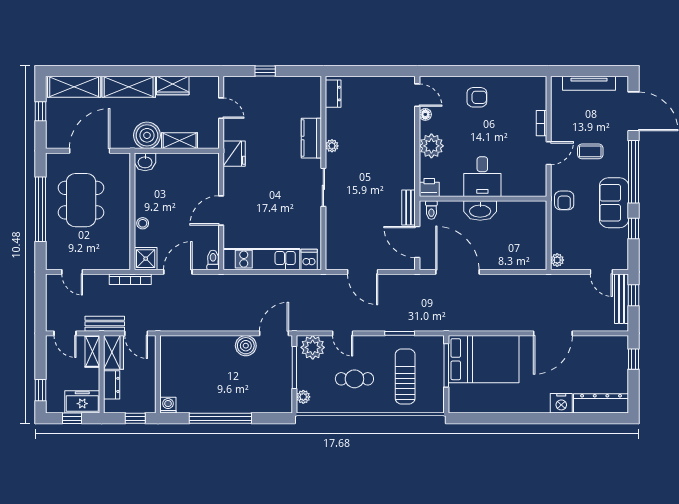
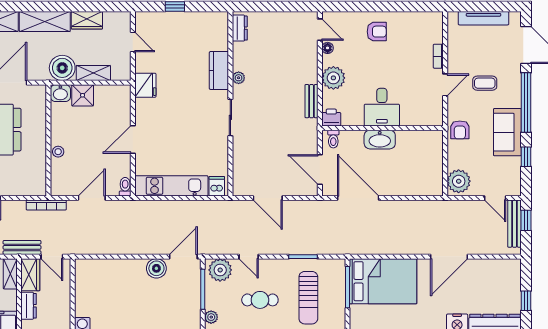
bench: (408, 207) -> (311, 101), moved
shower: (146, 259) -> (83, 95), moved
plant: (557, 260) -> (459, 181), width x1.88, depth x1.88
window: (634, 359) -> (526, 301), moved
sun lounger: (405, 377) -> (308, 298), turned 180

